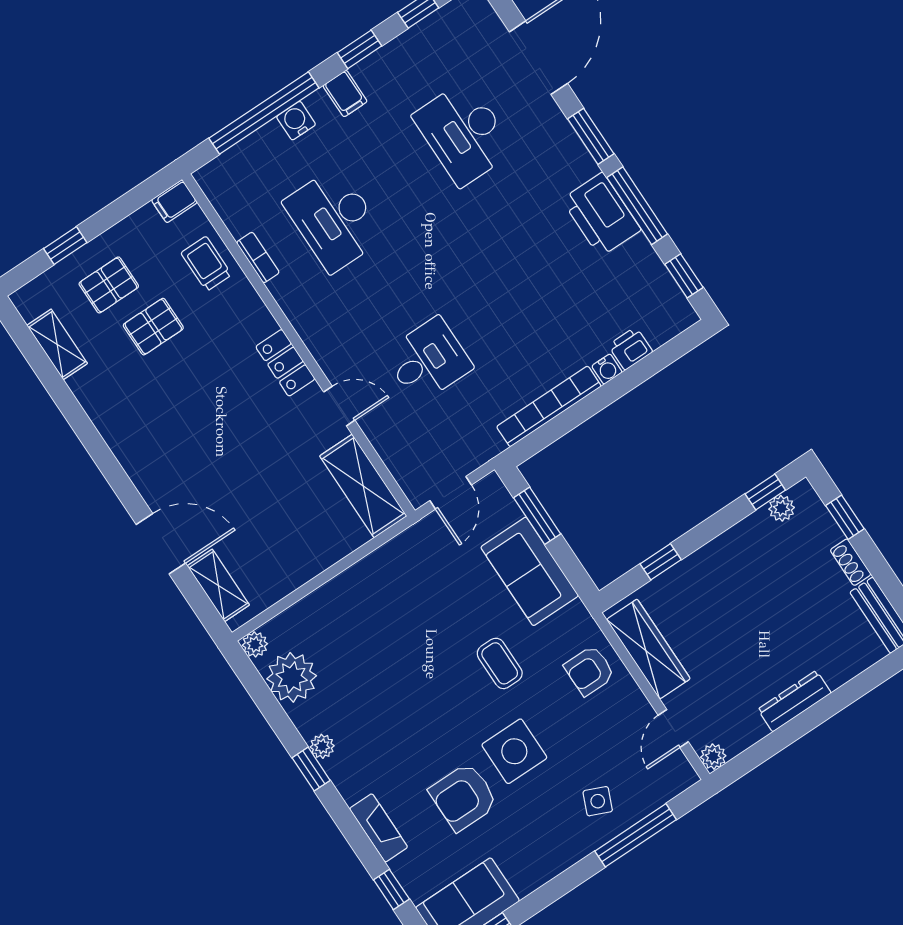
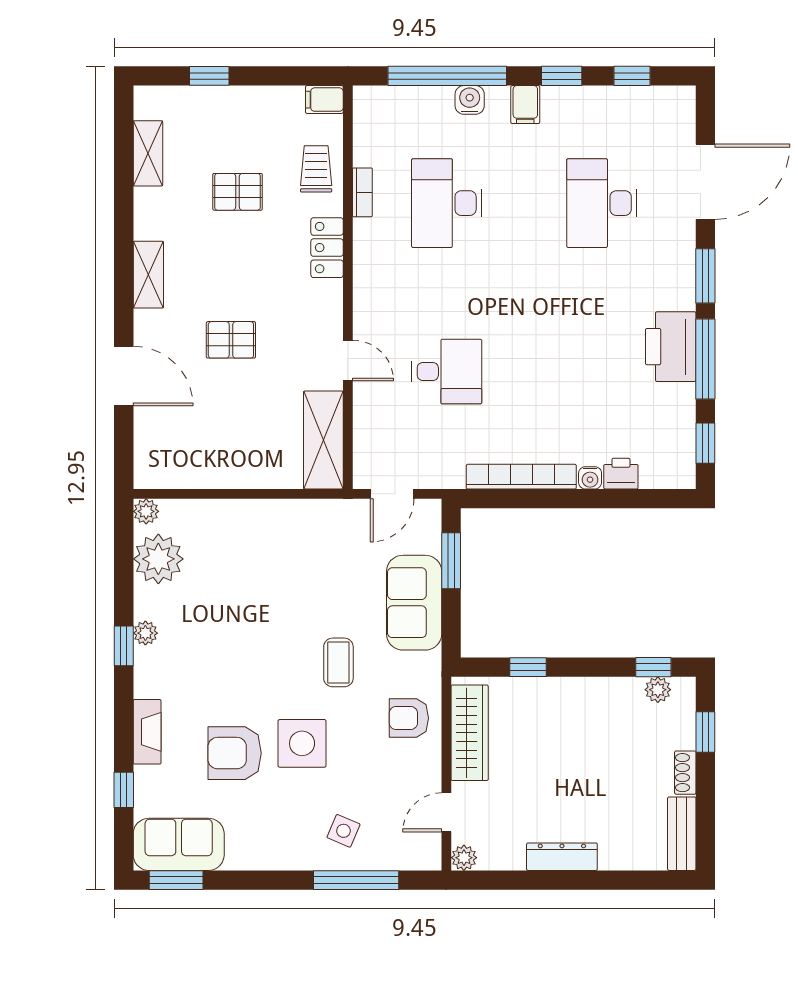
pallet: (109, 285) -> (231, 340), moved
locker: (285, 363) -> (327, 248), moved
shelving: (218, 585) -> (148, 275), moved

